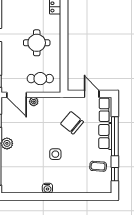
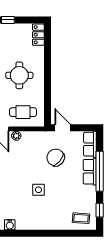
door: (92, 94) -> (63, 128), moved
coffee table: (98, 166) -> (81, 218), moved
water cooler: (47, 188) -> (10, 225), moved

